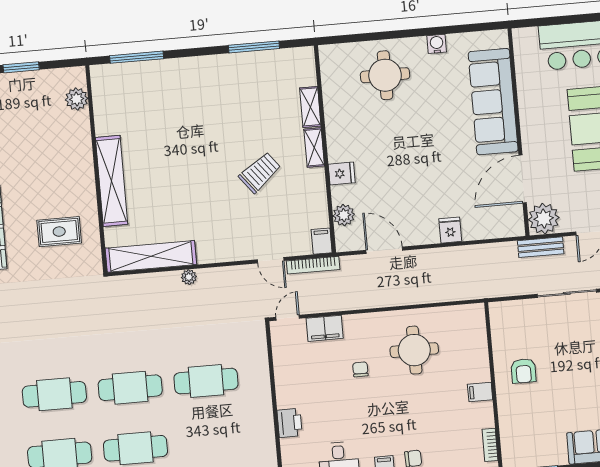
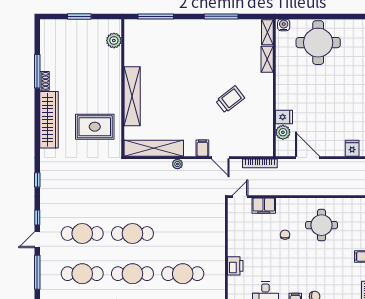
water cooler: (437, 44) -> (284, 25), moved
window: (254, 47) -> (221, 16), moved
round table: (385, 75) -> (318, 43), width x1.36, depth x1.36
shelving: (314, 147) -> (267, 32), moved
fridge: (342, 173) -> (284, 117), moved
rug: (59, 232) -> (95, 127), width x1.36, depth x1.43
filing cabinet: (322, 241) -> (202, 148), moved
door: (271, 260) -> (220, 158), moved
cafe table: (206, 381) -> (183, 274), moved

